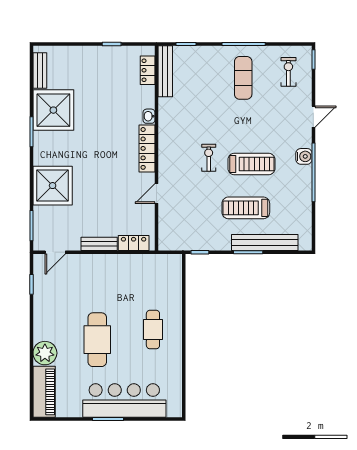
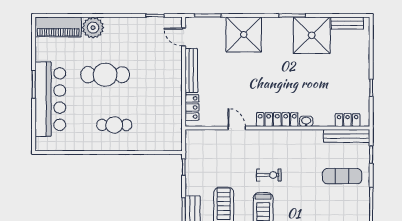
exercise mat: (243, 78) -> (342, 176), moved
bench: (99, 244) -> (191, 71), width x1.36

